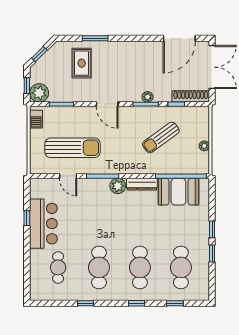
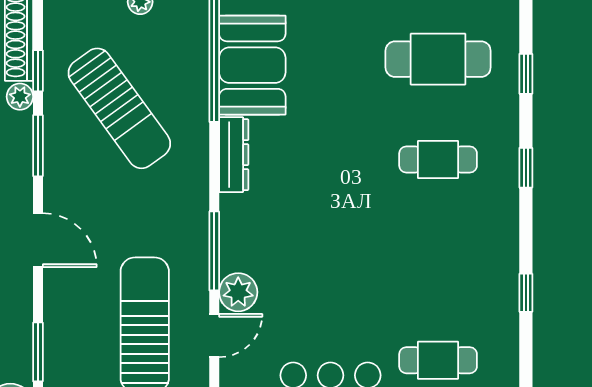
plant: (147, 97) -> (20, 97), moved
door: (107, 104) -> (38, 240), hinge flipped
sun lounger: (161, 137) -> (119, 108), width x1.36, depth x1.34
plant: (118, 186) -> (238, 292), moved
cafe table: (99, 267) -> (438, 260), removed
cafe table: (140, 267) -> (438, 160), width x0.73, depth x0.74

